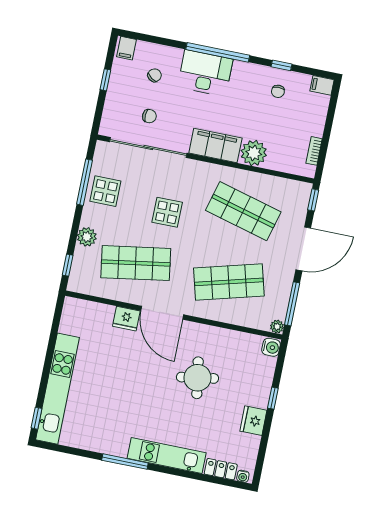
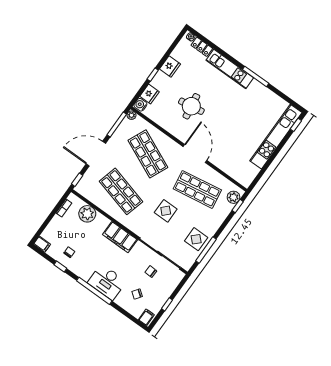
plant: (254, 153) -> (87, 214), moved
plant: (87, 237) -> (234, 197), moved
shop shelf: (229, 282) -> (148, 154), turned 39
fridge: (126, 319) -> (150, 94), moved, turned 90

